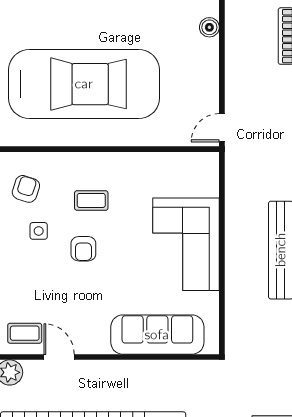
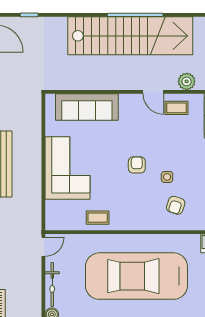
bicycle: (209, 72) -> (52, 284), added
coffee table: (91, 200) -> (98, 218), moved

